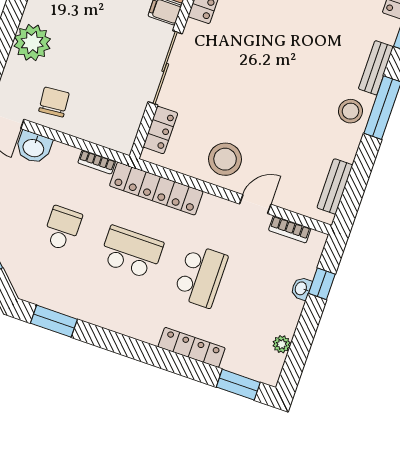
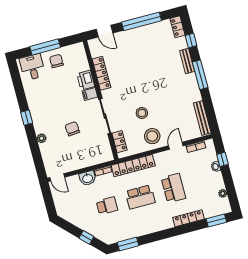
plant: (32, 43) -> (42, 138), width x0.53, depth x0.53
chair: (54, 102) -> (72, 129), moved
stool: (350, 111) -> (142, 113), moved
washbasin: (34, 147) -> (88, 178), moved
bench: (335, 186) -> (202, 118), width x1.36
school desk: (62, 228) -> (107, 206), turned 90
school desk: (131, 252) -> (140, 197), turned 180

